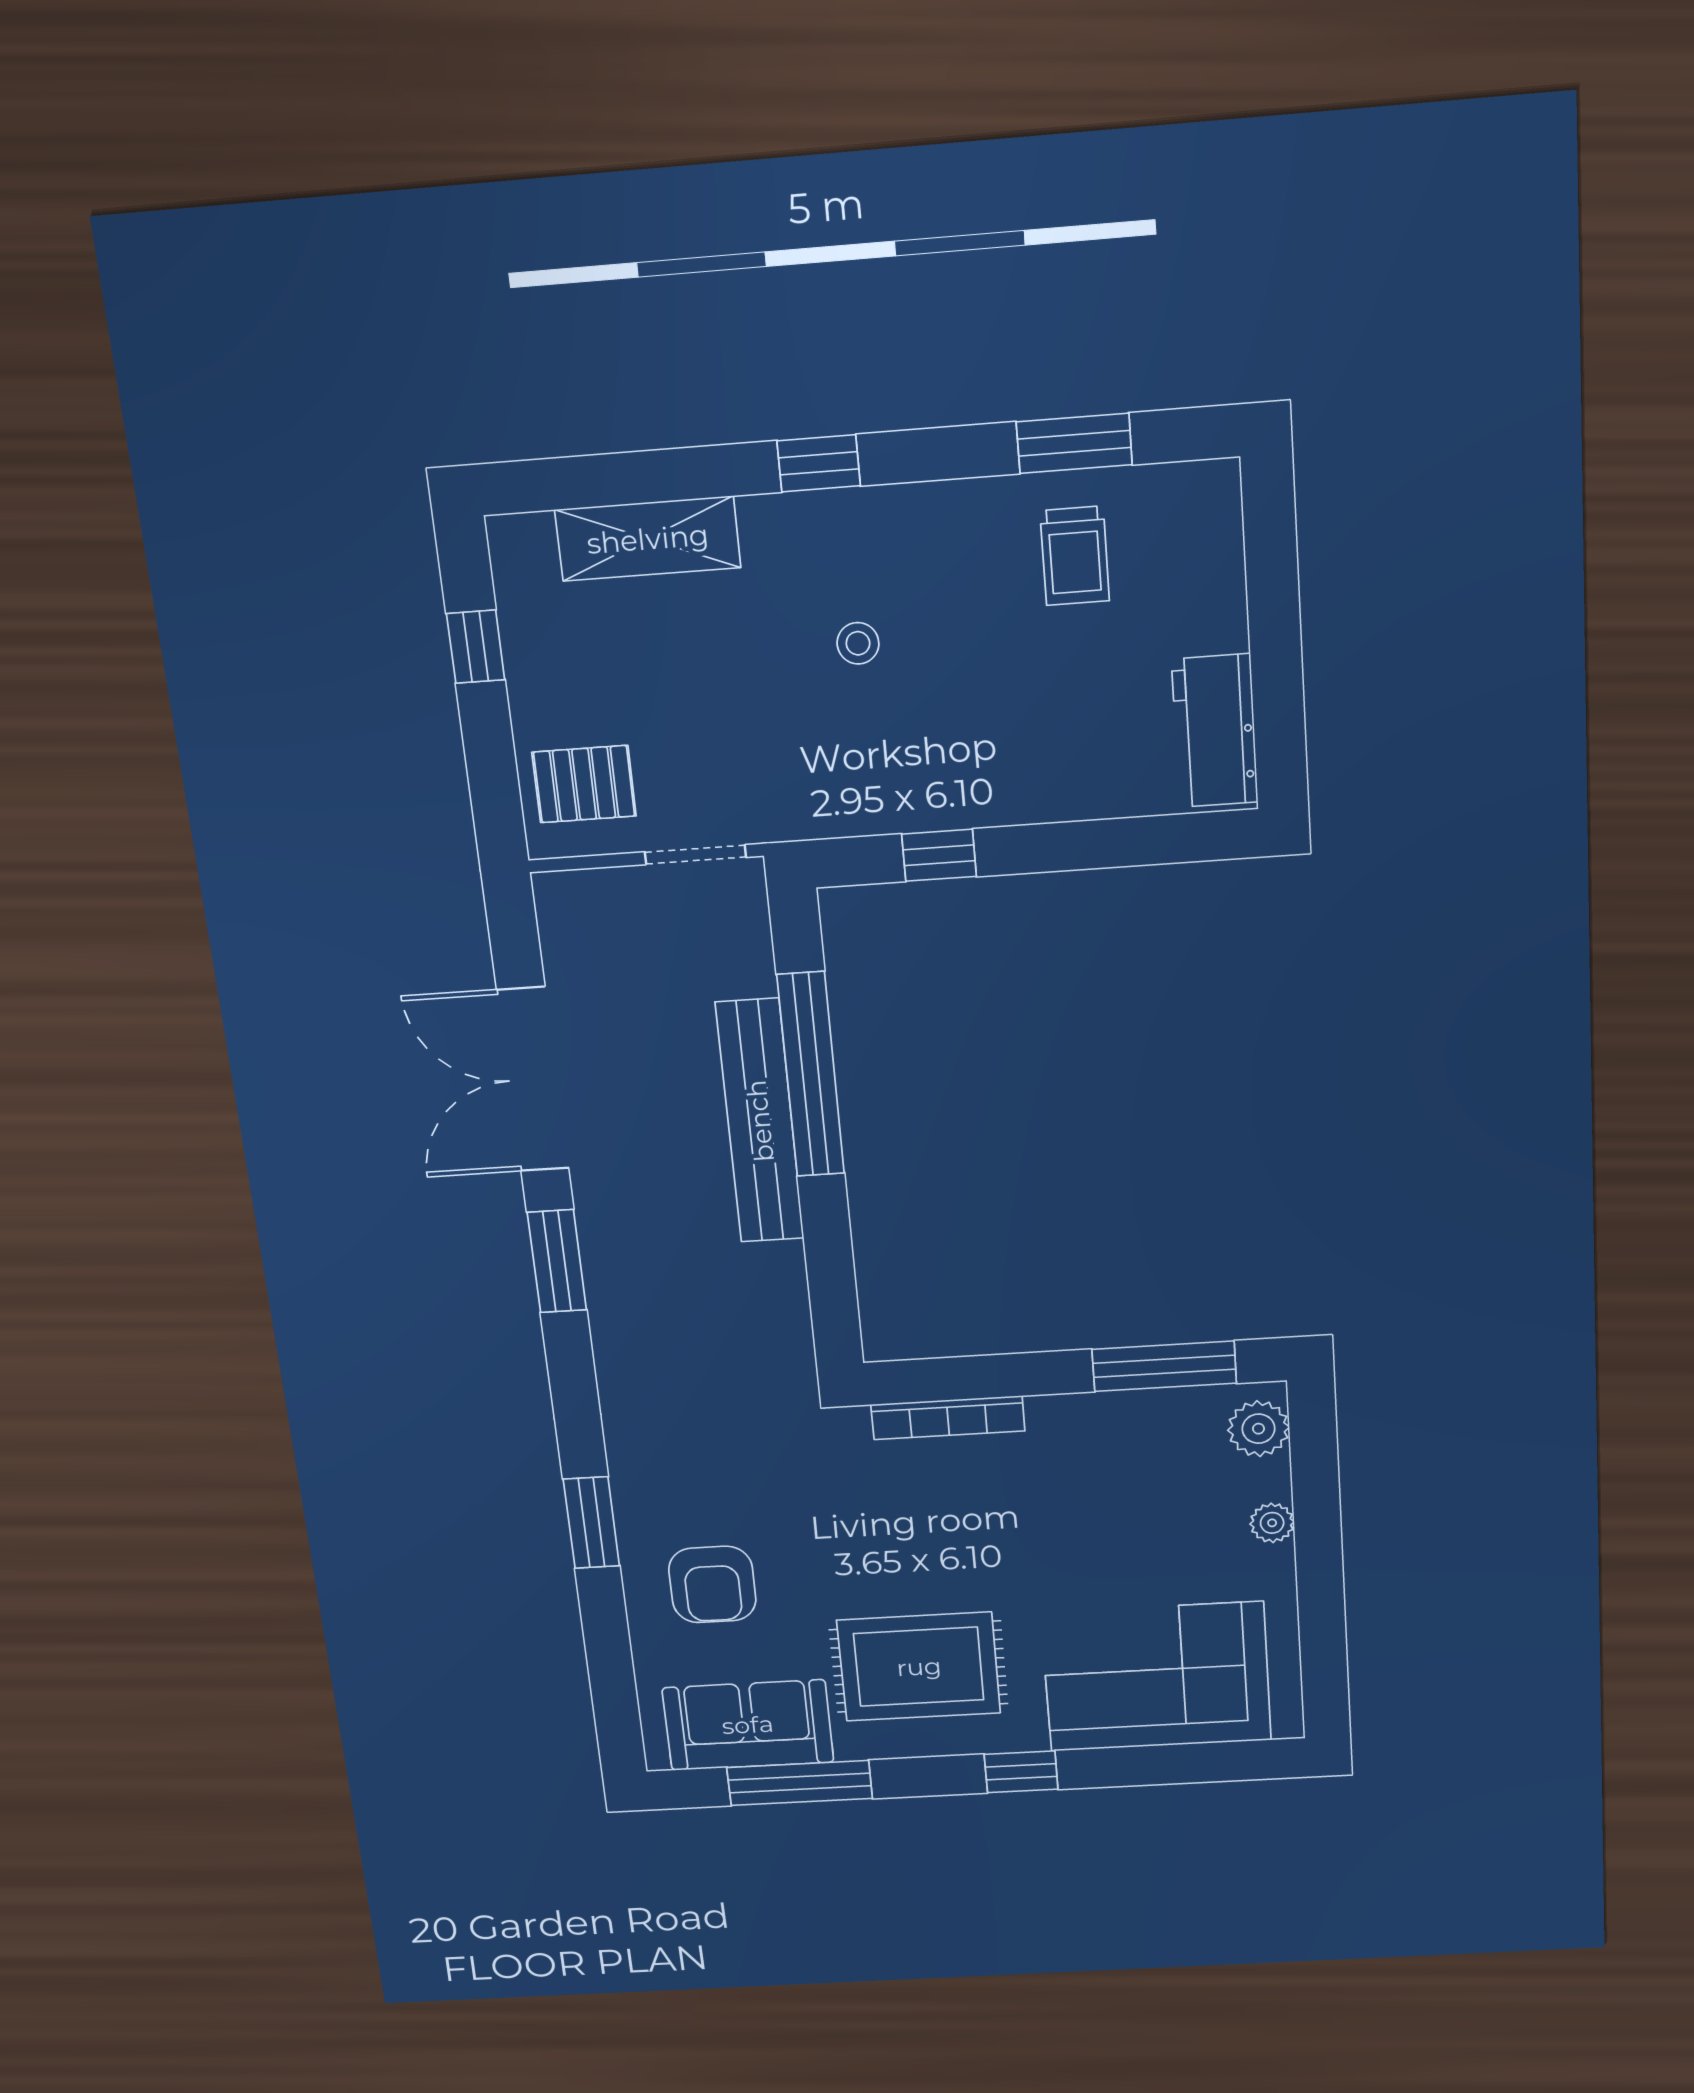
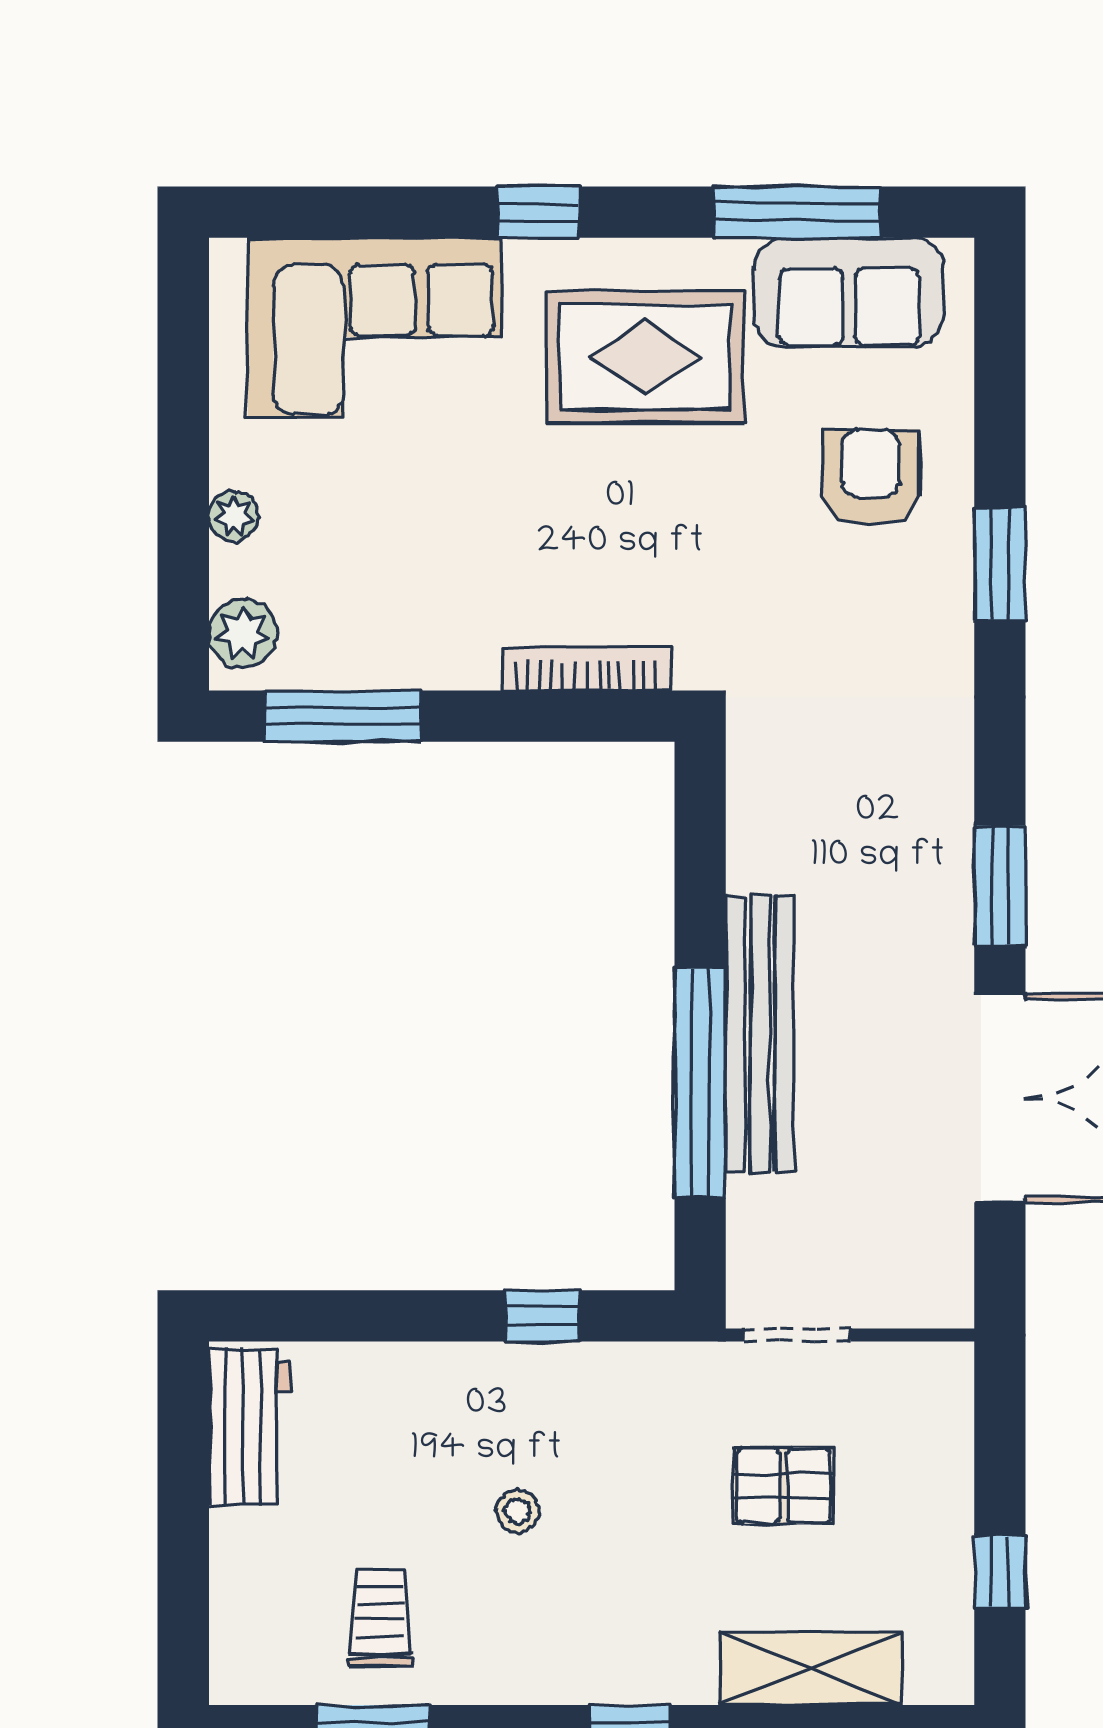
stool: (858, 643) -> (518, 1511), moved
pallet: (584, 784) -> (784, 1486), moved

